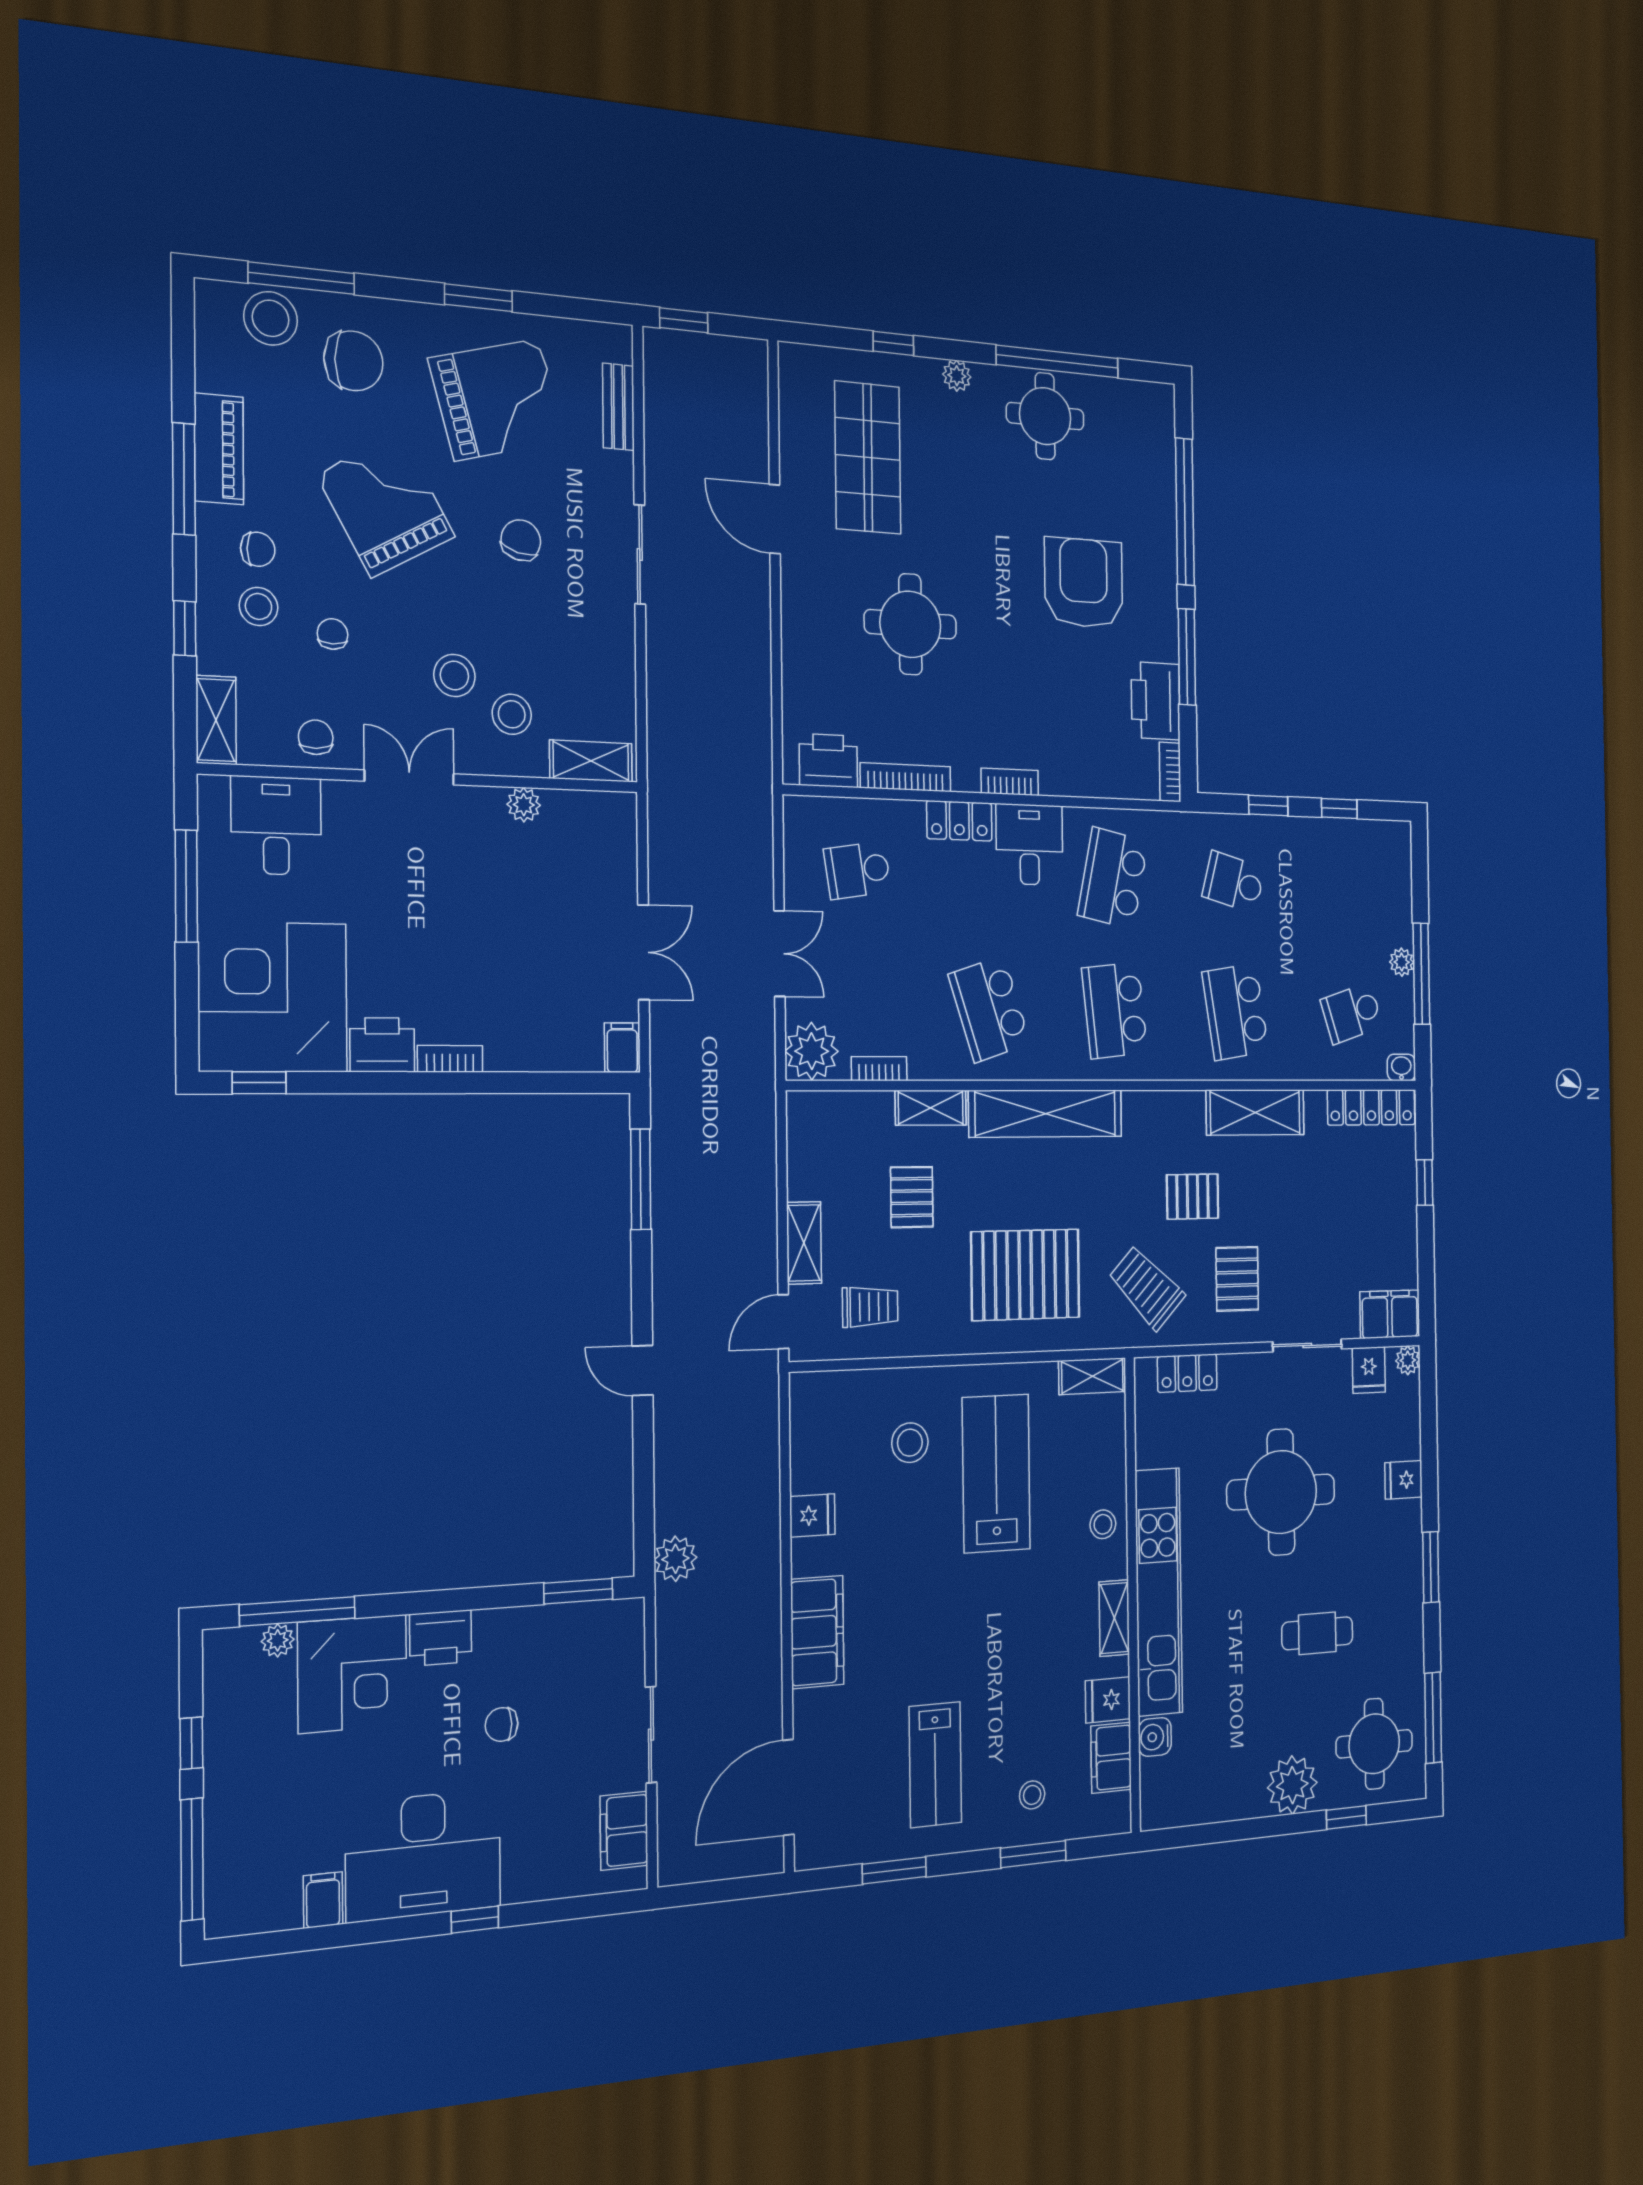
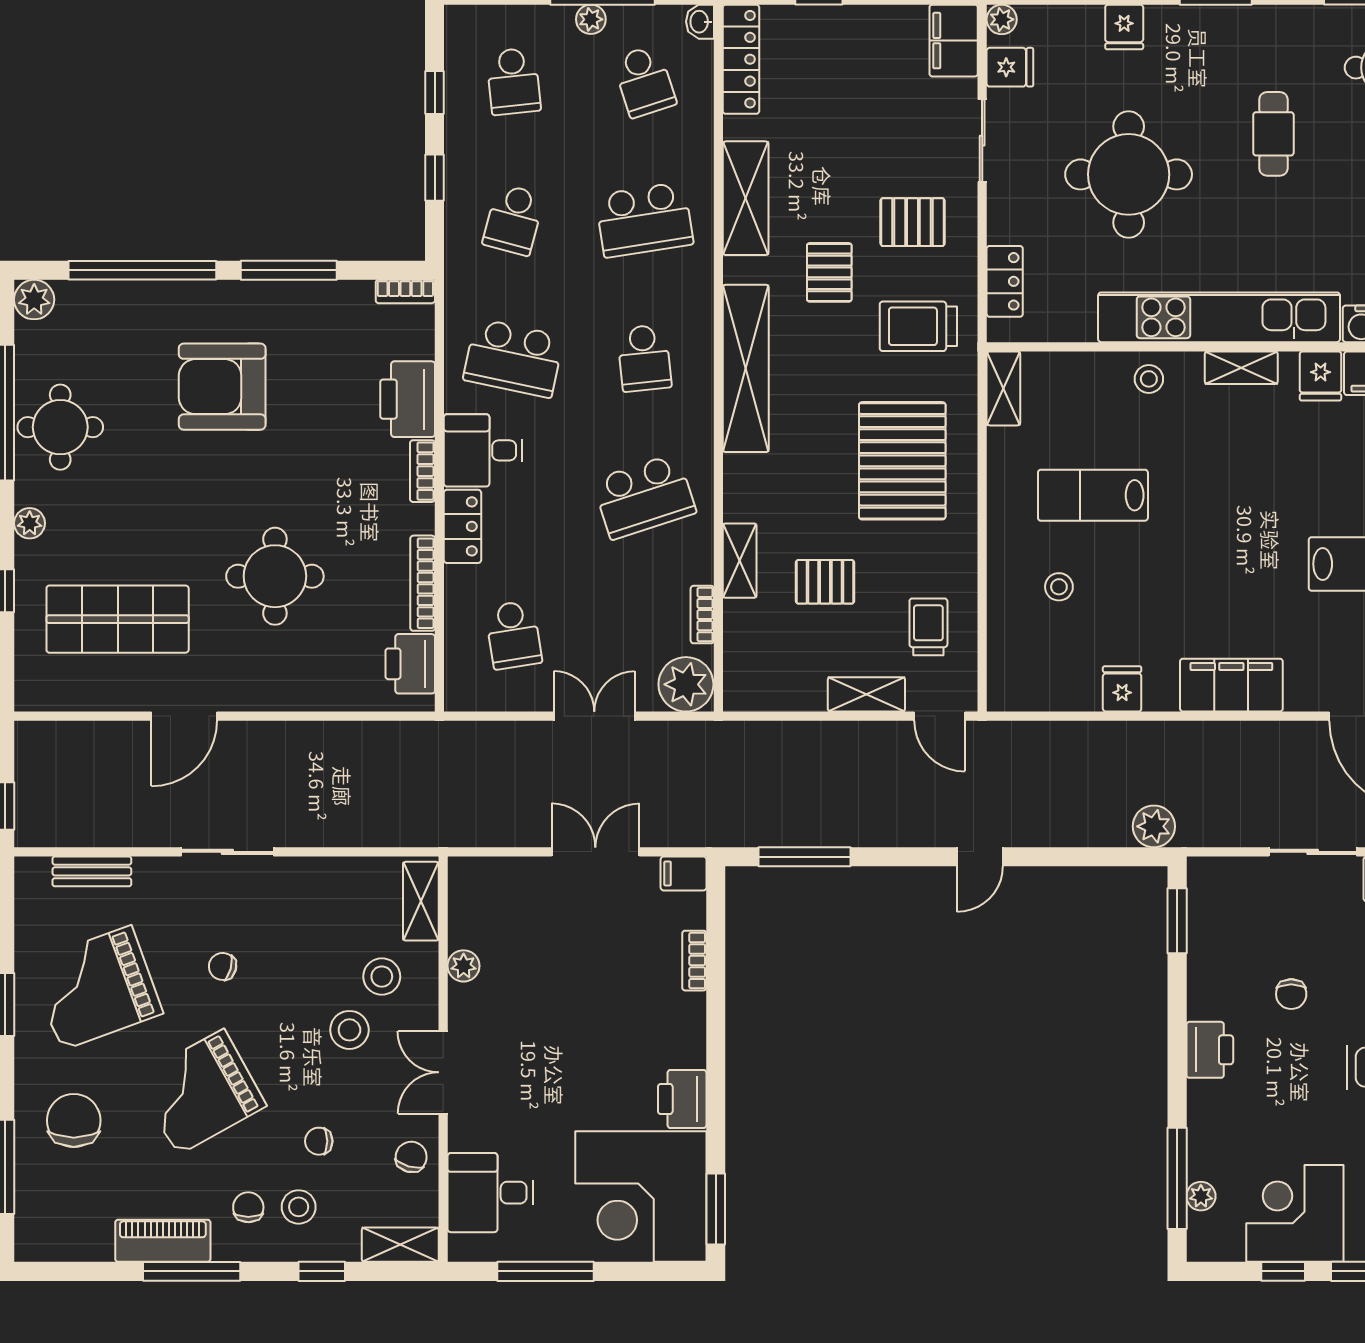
stool: (271, 318) -> (43, 1195), removed
grand piano: (497, 400) -> (96, 988), turned -95
plant: (1158, 402) -> (34, 300), added
chair: (521, 540) -> (223, 966), width x0.73, depth x0.73
printer: (1156, 701) -> (408, 399), moved, turned 90
chair: (316, 737) -> (411, 1157), turned 108
school desk: (1350, 886) -> (513, 81), added
school desk: (1115, 1010) -> (644, 358), width x0.54
bookcase: (450, 1059) -> (694, 961), moved
window: (259, 1083) -> (716, 1209), width x1.50
shelving: (1046, 1114) -> (746, 368), moved
trolley: (1147, 1287) -> (918, 326), turned 46
stool: (910, 1443) -> (1059, 587), width x0.73, depth x0.73
lab bench: (996, 1473) -> (1093, 495), width x0.73, depth x0.72
corner desk: (352, 1674) -> (1295, 1213), moved, turned -90

